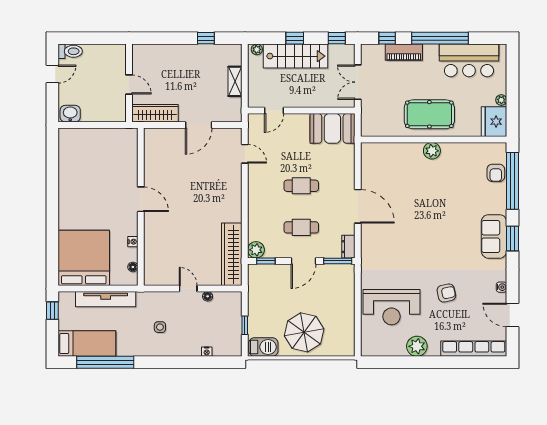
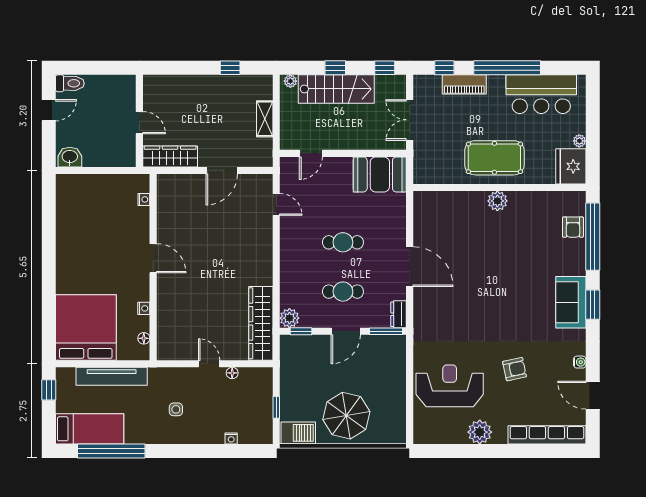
nightstand: (133, 150) -> (144, 199), added
reception desk: (392, 307) -> (450, 386), turned 180

